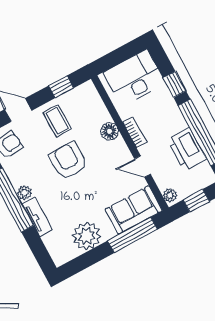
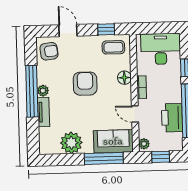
coffee table: (57, 121) -> (113, 47), moved, turned 90

